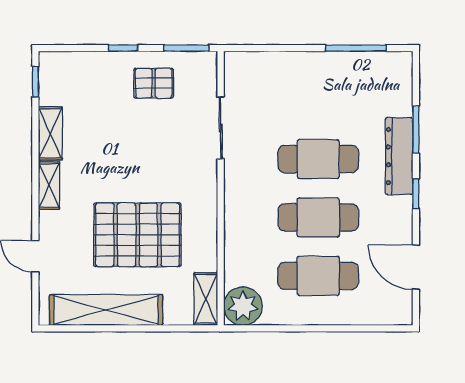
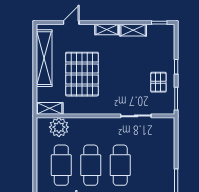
plant: (243, 306) -> (59, 127), moved

